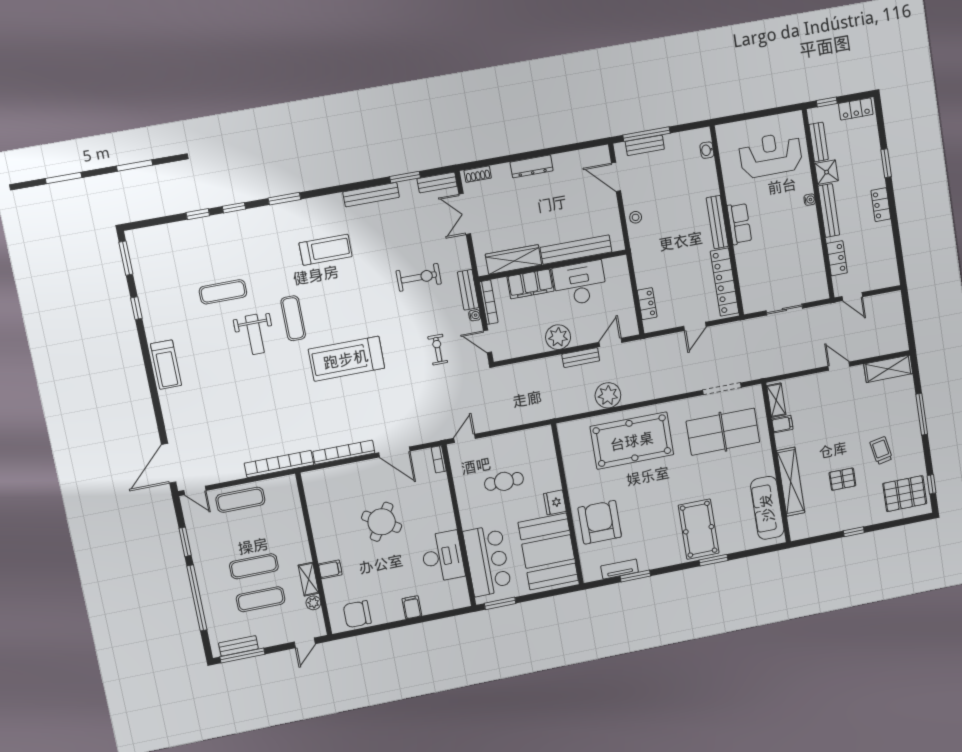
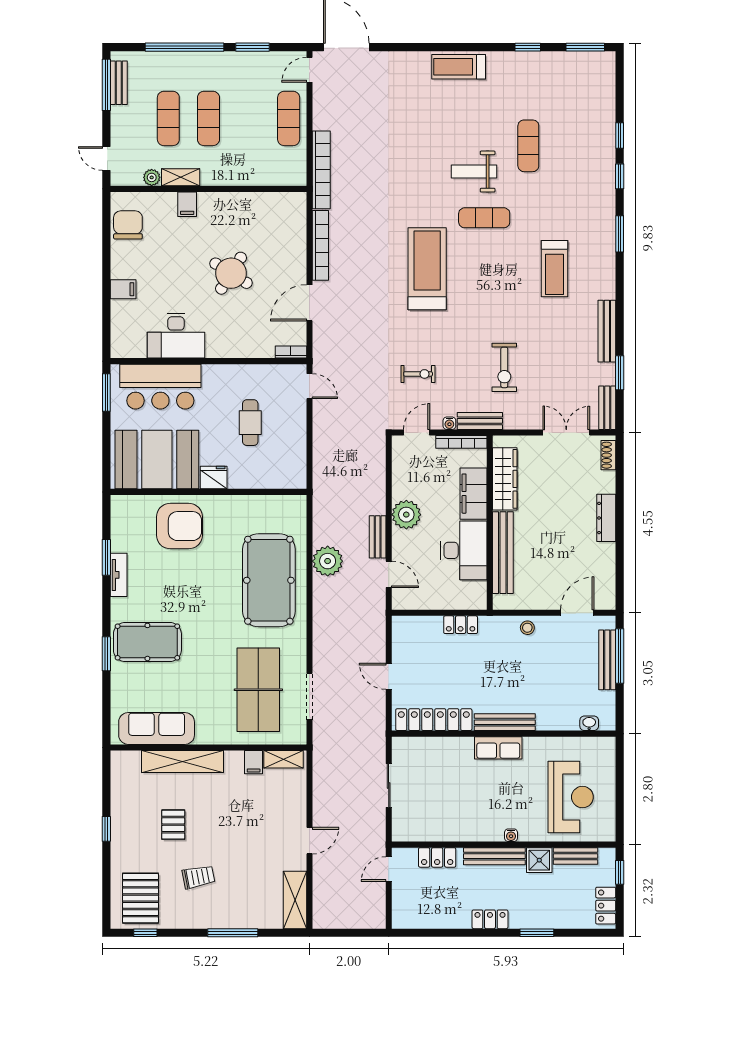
bench: (645, 145) -> (607, 660), width x1.36
locker: (647, 304) -> (461, 625), moved
tv unit: (620, 569) -> (119, 575), moved

